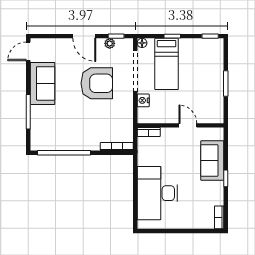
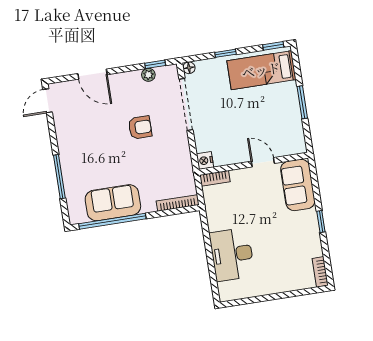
door: (84, 36) -> (92, 74), moved
bed: (167, 64) -> (261, 70), moved, turned 90
sofa: (43, 83) -> (113, 203), moved, turned -90
armchair: (97, 83) -> (140, 127), width x0.53, depth x0.53
nightstand: (143, 100) -> (205, 160), moved
sofa: (212, 161) -> (298, 185), moved
desk: (157, 193) -> (232, 254), width x0.73, depth x0.77

